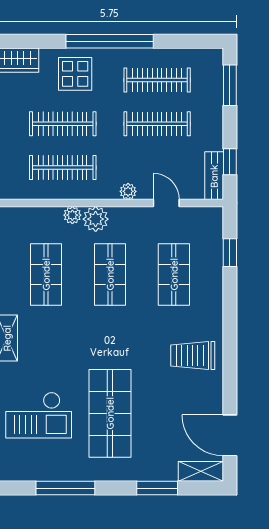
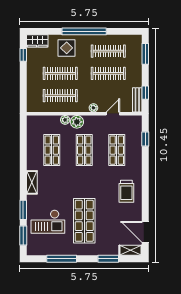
door: (166, 203) -> (113, 114), hinge flipped
trolley: (193, 355) -> (126, 191), turned -90

